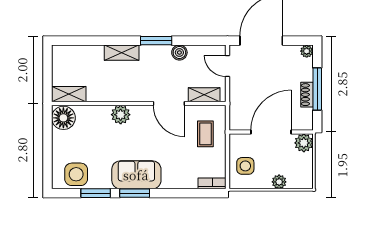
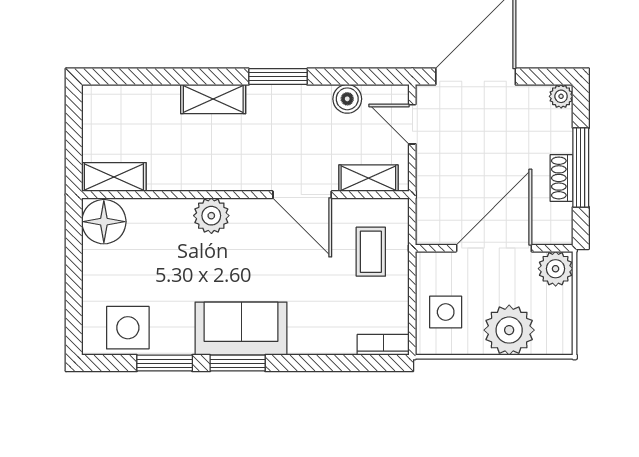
boiler: (179, 52) -> (347, 99), moved
plant: (279, 182) -> (509, 330), width x1.87, depth x1.87

